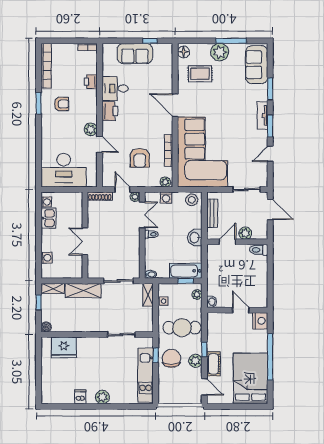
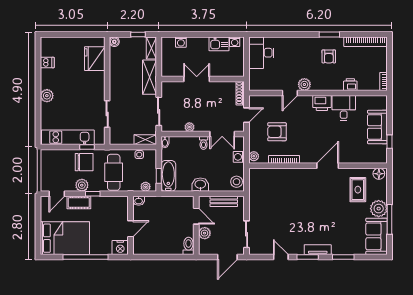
sofa: (257, 65) -> (377, 236), moved, turned -90
corner sofa: (203, 152) -> (283, 192), removed
desk: (64, 170) -> (261, 53), width x0.73, depth x0.77
plant: (135, 197) -> (189, 127), moved
dishwasher: (80, 397) -> (47, 63), moved

